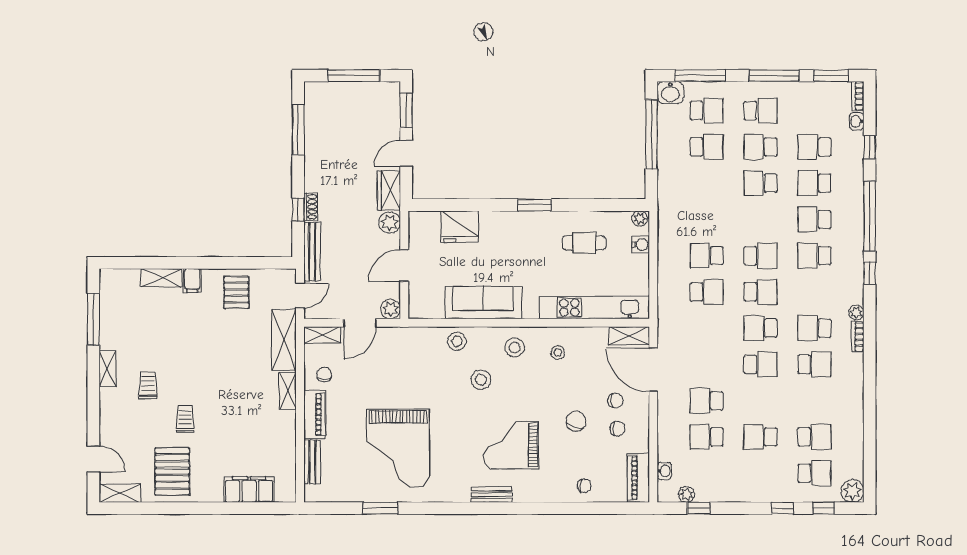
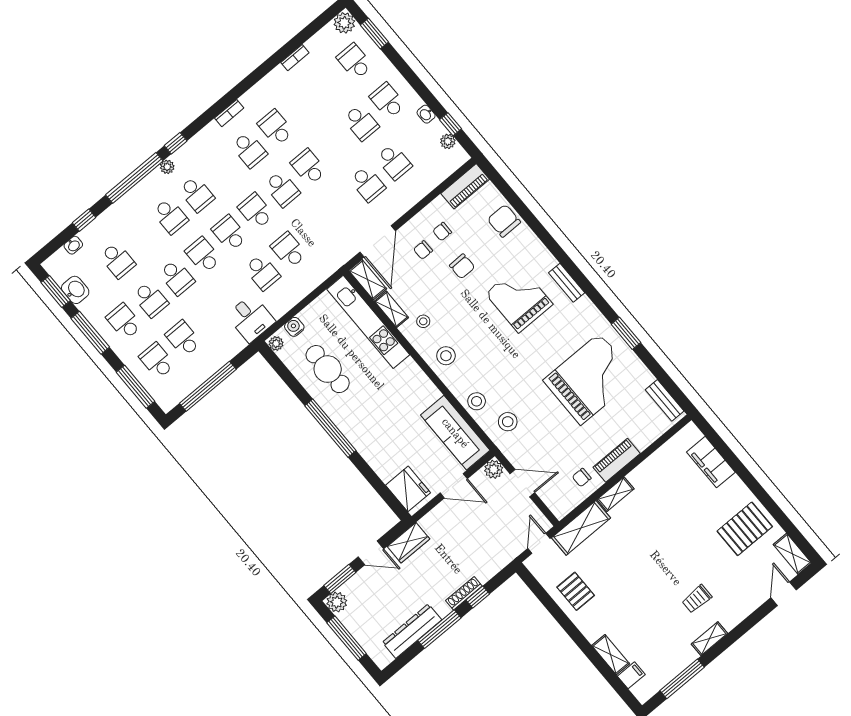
washbasin: (670, 93) -> (75, 290), moved
bookcase: (858, 96) -> (295, 58), moved
window: (298, 129) -> (439, 629), moved
dresser: (315, 133) -> (412, 631), added
school desk: (814, 183) -> (203, 255), moved, turned 180
window: (534, 205) -> (330, 428), width x2.11
shoe rack: (311, 207) -> (464, 593), width x1.43
desk: (677, 215) -> (251, 318), added
plant: (390, 223) -> (337, 602), moved
fridge: (460, 227) -> (408, 489), moved
cafe table: (584, 243) -> (328, 369), width x1.37, depth x1.35
bench: (312, 252) -> (500, 561), removed
filing cabinet: (192, 281) -> (631, 675), moved
pallet: (236, 293) -> (576, 591), turned 90
door: (300, 295) -> (539, 543), hinge flipped
sofa: (483, 303) -> (455, 433), moved
plant: (856, 312) -> (167, 167), moved
shelving: (322, 335) -> (391, 309), moved
stool: (481, 380) -> (508, 422), moved
chair: (616, 401) -> (423, 250), turned -90
trolley: (185, 419) -> (699, 551), removed
chair: (576, 421) -> (462, 266), turned -108
chair: (618, 429) -> (442, 232), turned -90
school desk: (814, 437) -> (387, 101), moved
grand piano: (511, 445) -> (519, 299), turned 180
bench: (312, 462) -> (665, 400), moved, turned 90
washbasin: (664, 471) -> (426, 114), moved, turned -90
chair: (584, 486) -> (504, 221), width x1.87, depth x1.87
window: (380, 508) -> (626, 333), moved
window: (783, 508) -> (399, 63), removed
window: (824, 508) -> (374, 34), width x1.50

